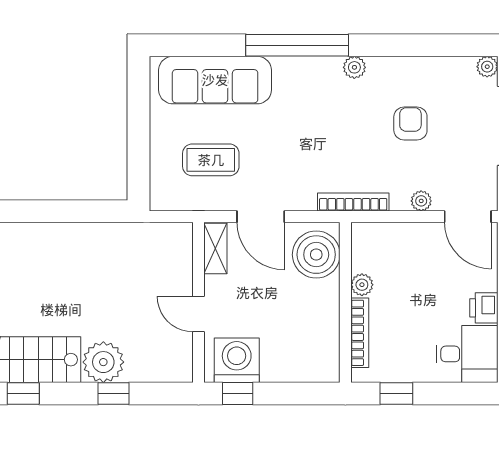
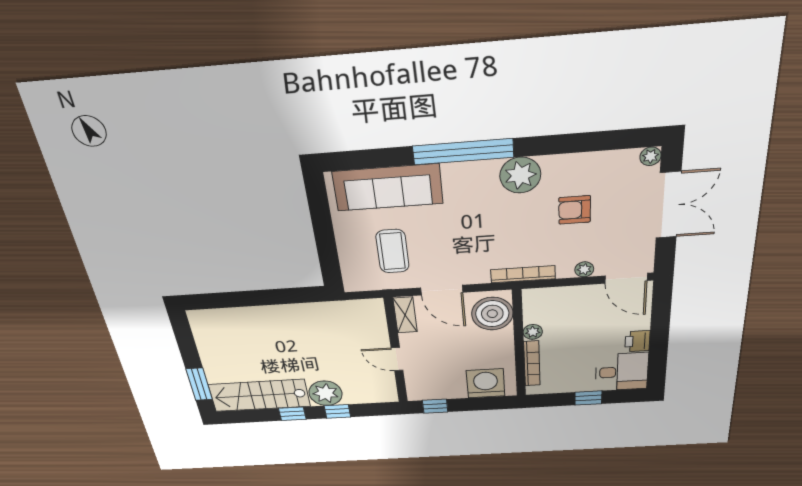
plant: (354, 67) -> (520, 175), width x1.87, depth x1.87
armchair: (410, 123) -> (575, 210), turned -90
coffee table: (211, 160) -> (392, 251), turned 90
washing machine: (237, 360) -> (486, 383), moved
window: (23, 393) -> (292, 414), moved
window: (396, 393) -> (588, 398), moved

